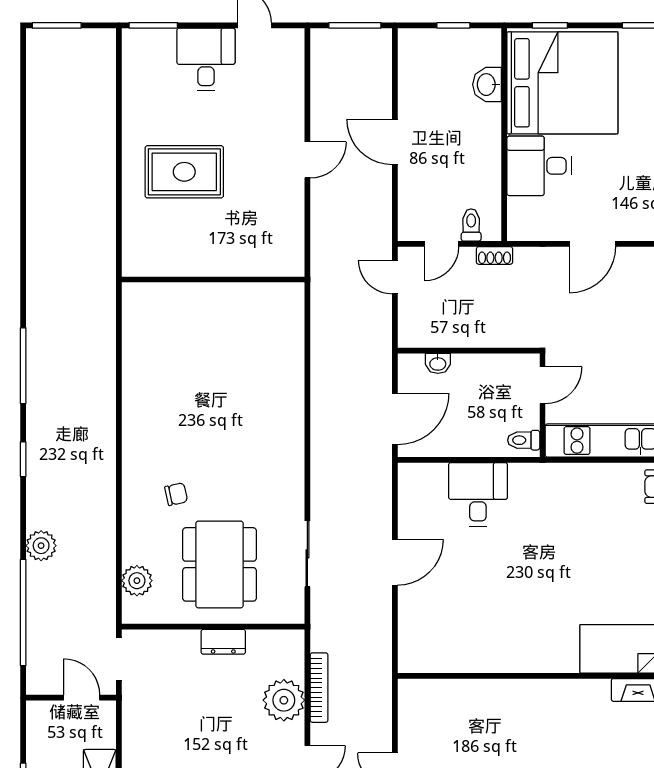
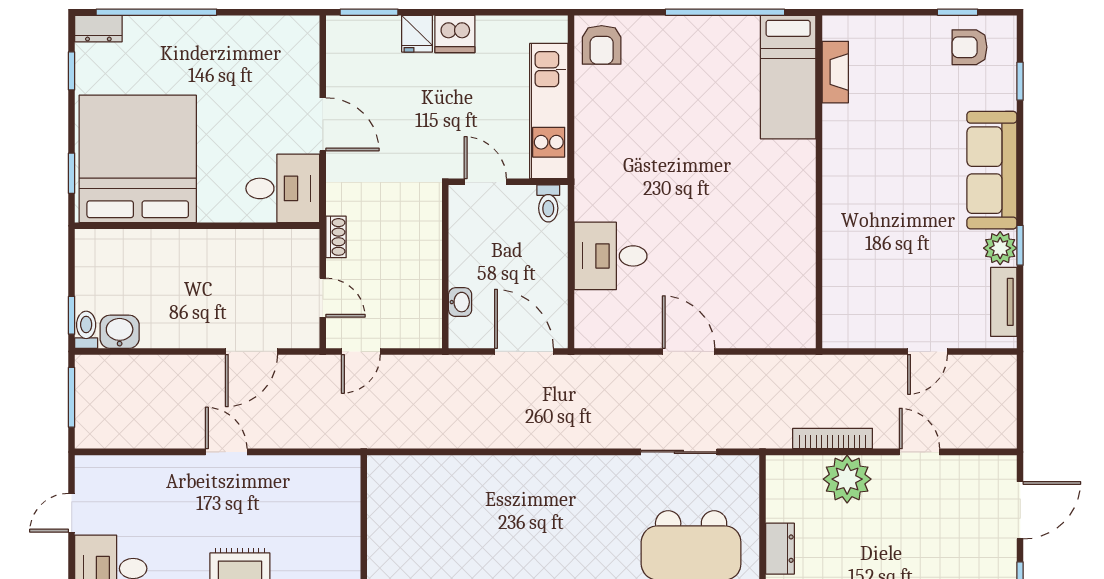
window: (453, 25) -> (72, 315), moved
washbasin: (487, 85) -> (120, 332), moved, turned 180
door: (395, 142) -> (251, 351), moved
desk: (539, 166) -> (283, 188), moved, turned -90
toilet: (471, 225) -> (86, 330), moved, turned 90

